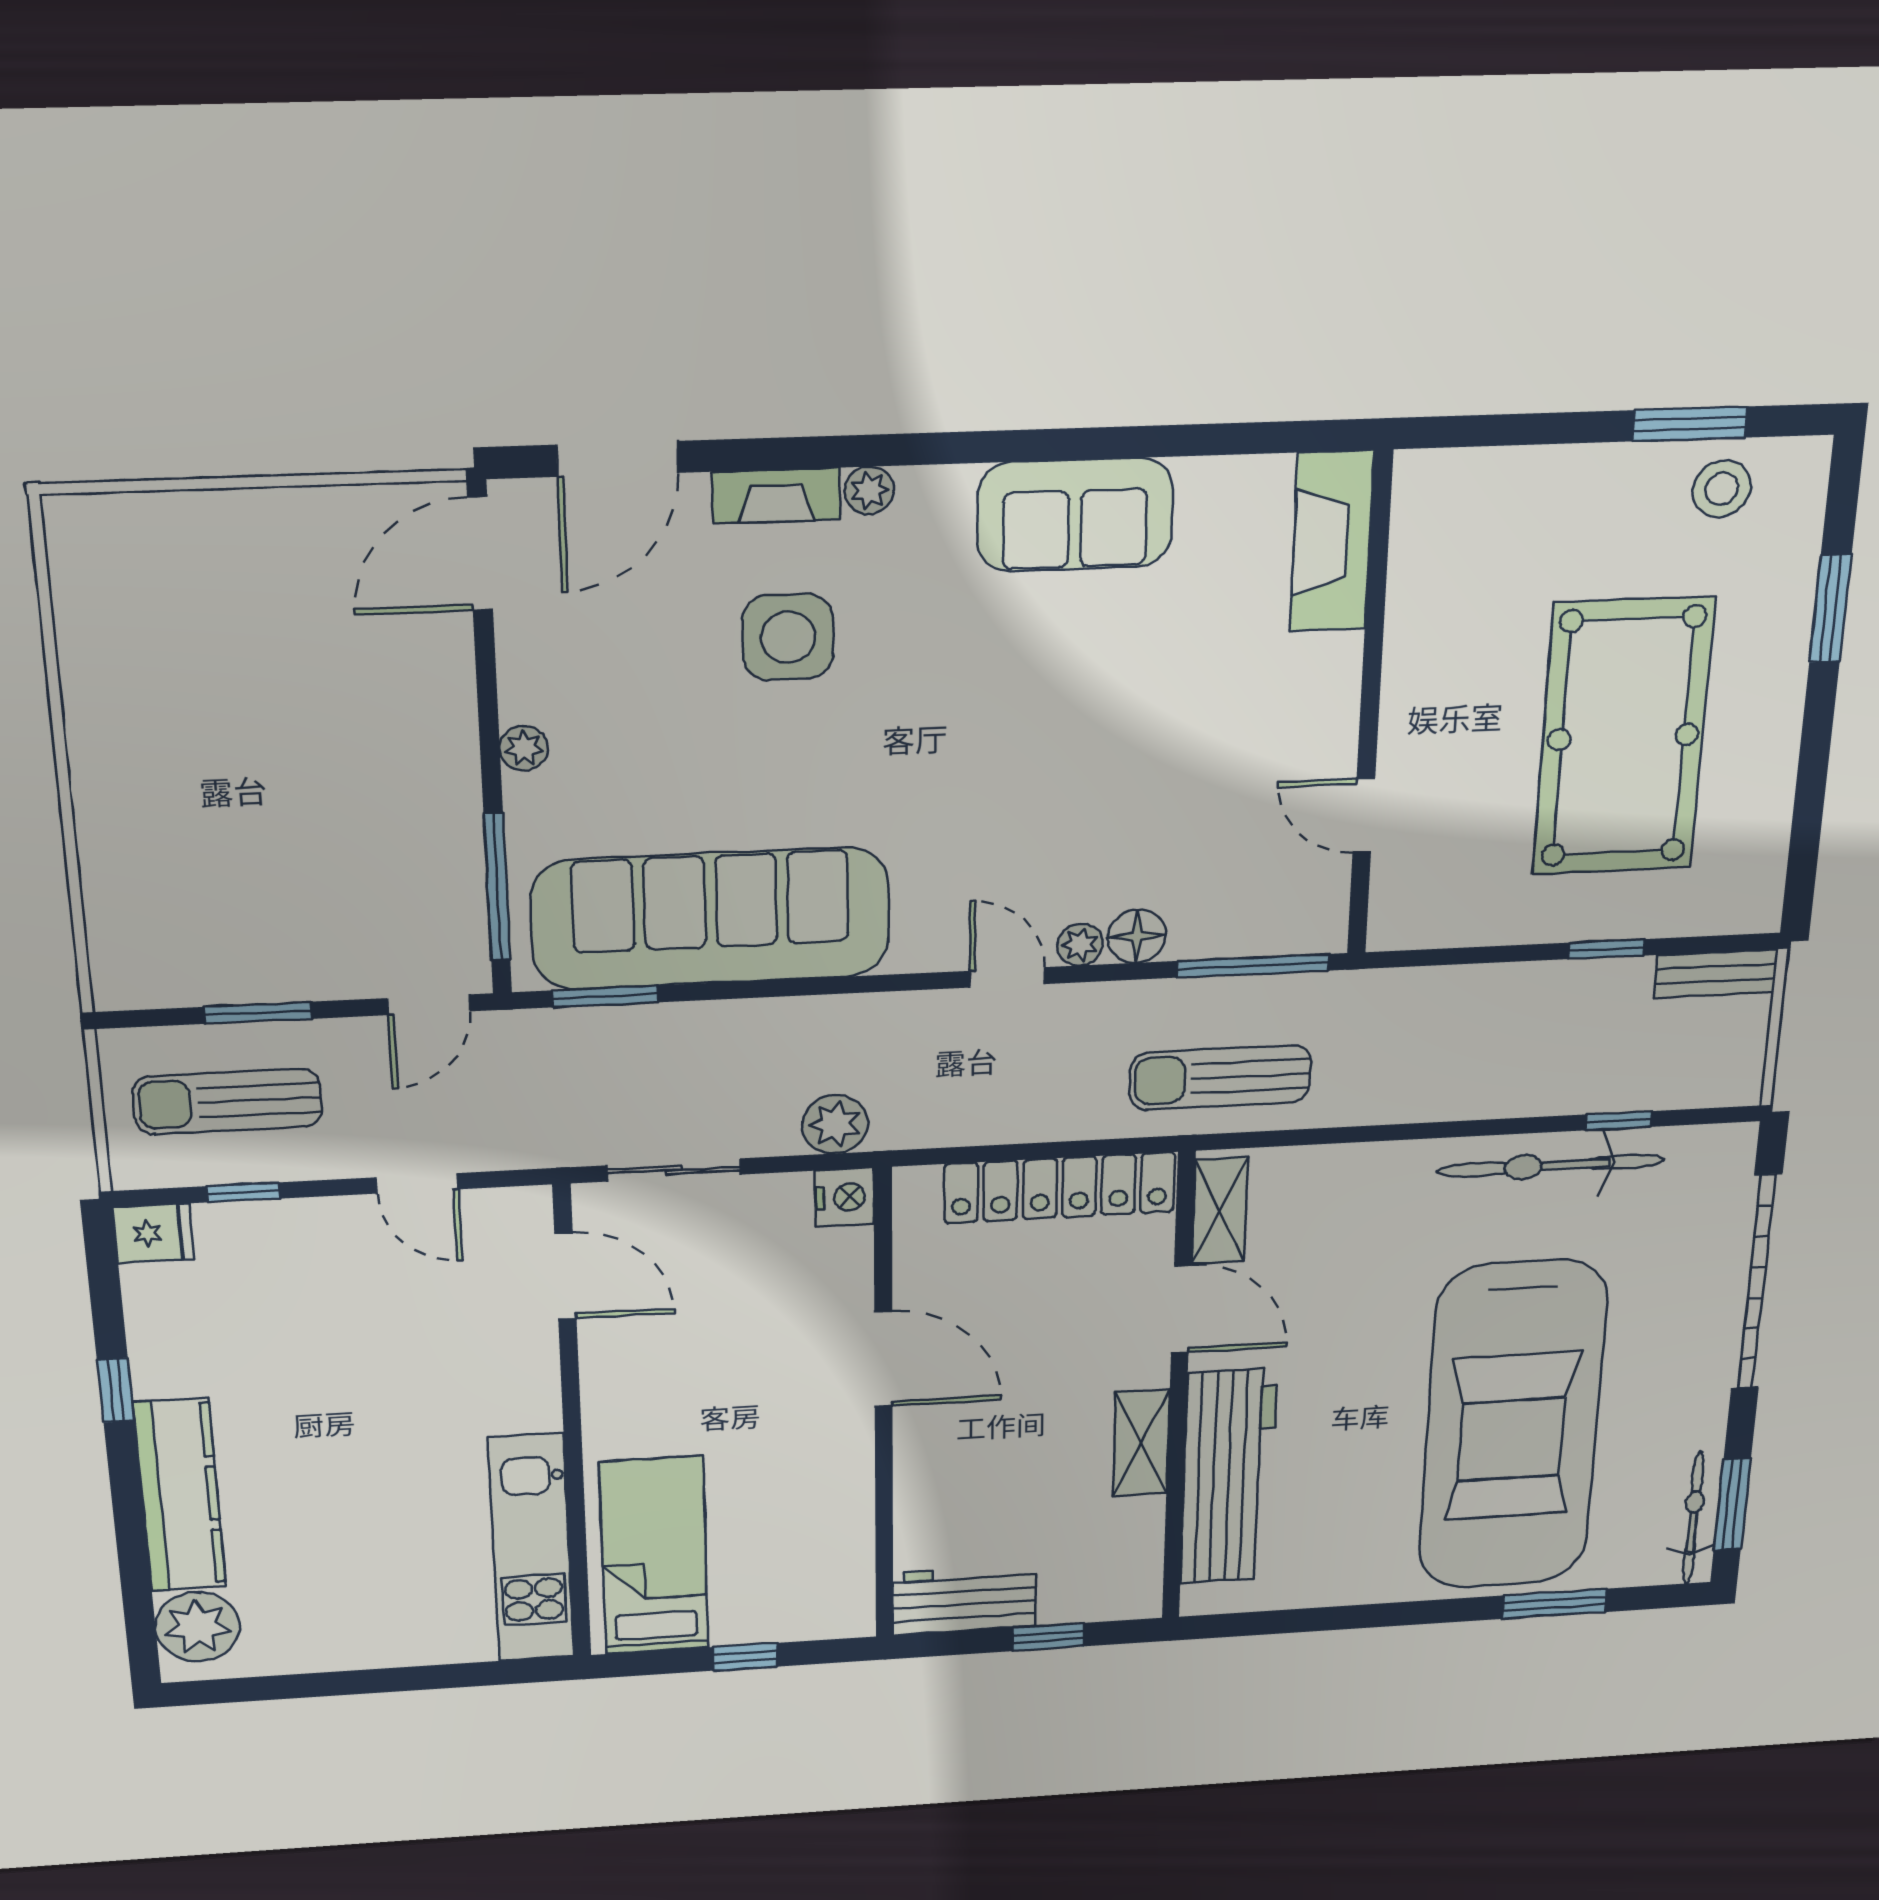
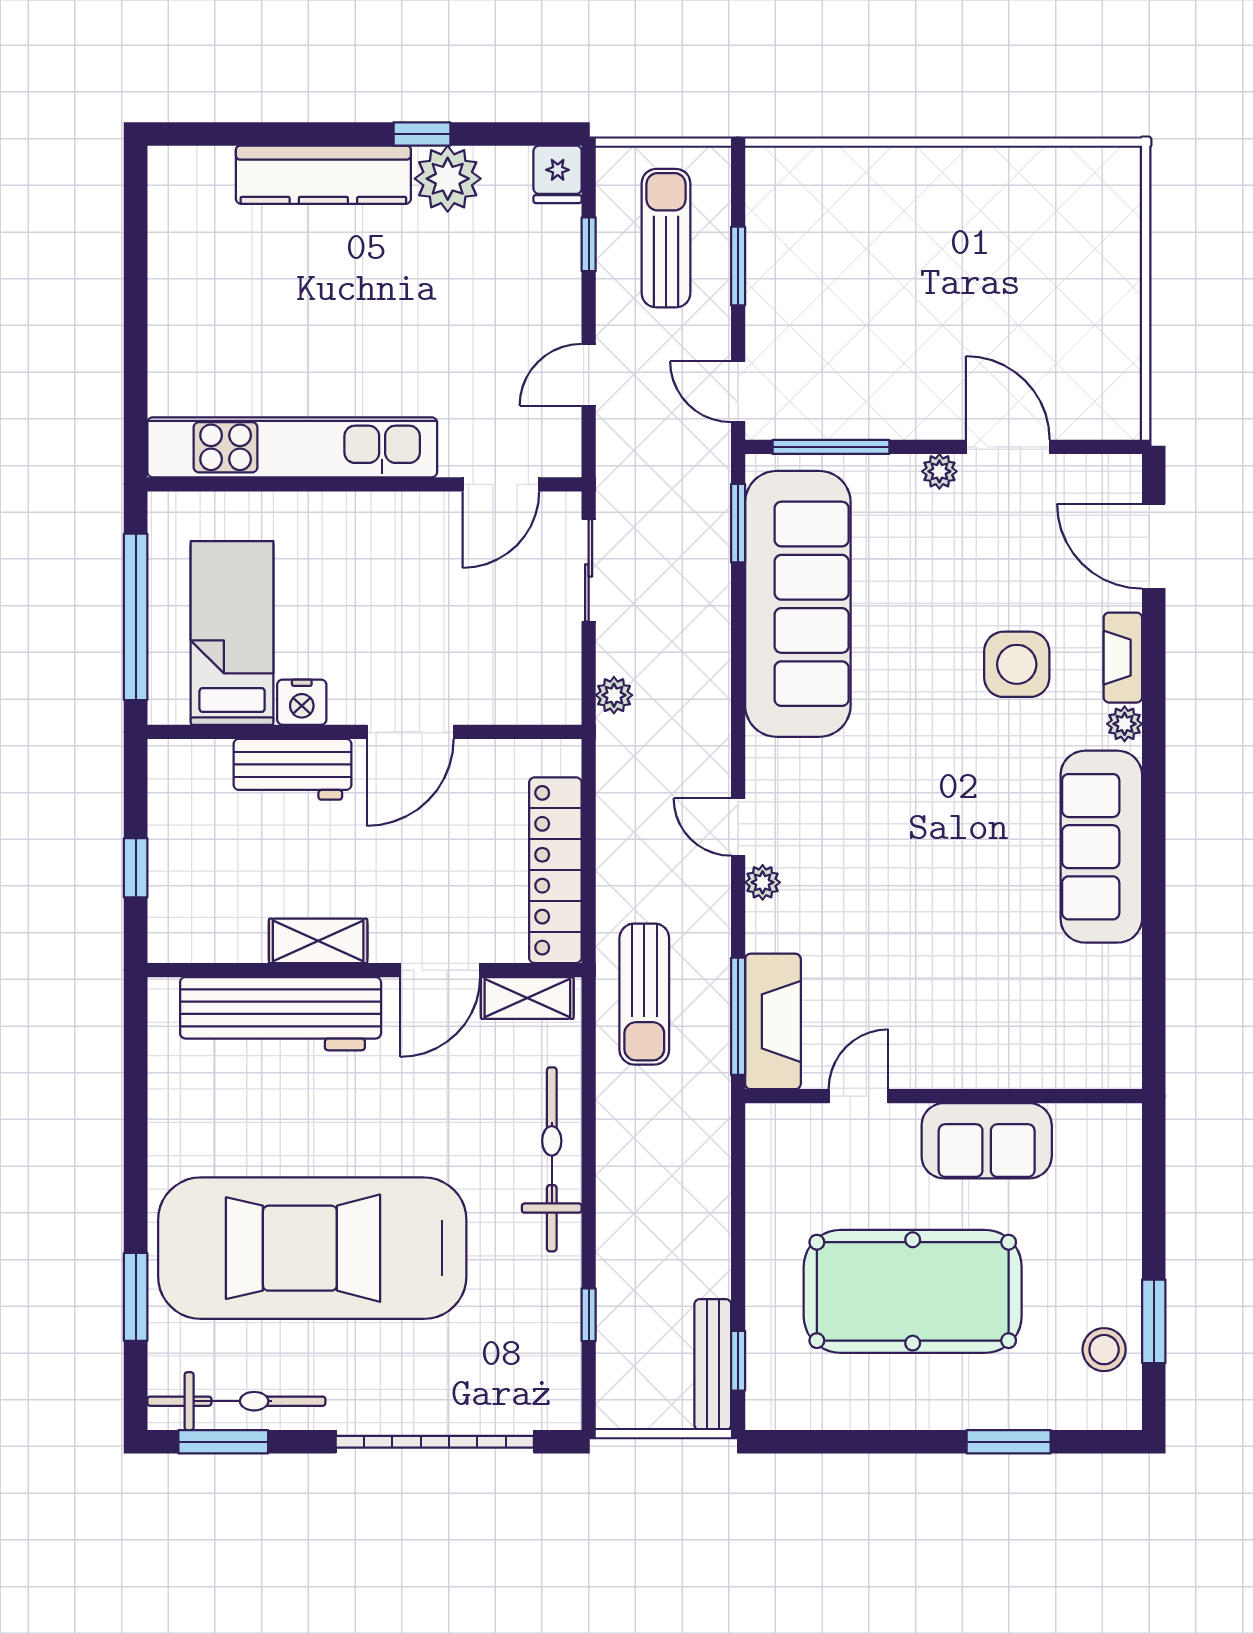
sofa: (1075, 515) -> (1101, 847), width x1.36
fireplace: (1332, 541) -> (773, 1021), moved, turned 90
door: (480, 554) -> (1008, 447), moved
sofa: (1432, 652) -> (987, 1141), added
floor lamp: (1137, 936) -> (767, 926), removed
window: (1606, 949) -> (738, 1361), moved
bench: (1716, 974) -> (713, 1365), width x1.36
door: (1007, 977) -> (738, 827), swing flipped
sun lounger: (1220, 1078) -> (644, 994), turned 180
plant: (835, 1124) -> (614, 695), width x0.73, depth x0.73
bicycle: (1551, 1166) -> (552, 1159), moved
nightstand: (845, 1197) -> (302, 702), moved
bicycle: (1693, 1518) -> (236, 1401), width x1.37, depth x1.40
kitchen unit: (531, 1548) -> (292, 447), width x1.36
bed: (654, 1556) -> (232, 633), moved, turned -90
workbench: (964, 1600) -> (293, 769), moved, turned 90
plant: (198, 1627) -> (448, 179), moved
window: (745, 1657) -> (136, 617), width x3.17

